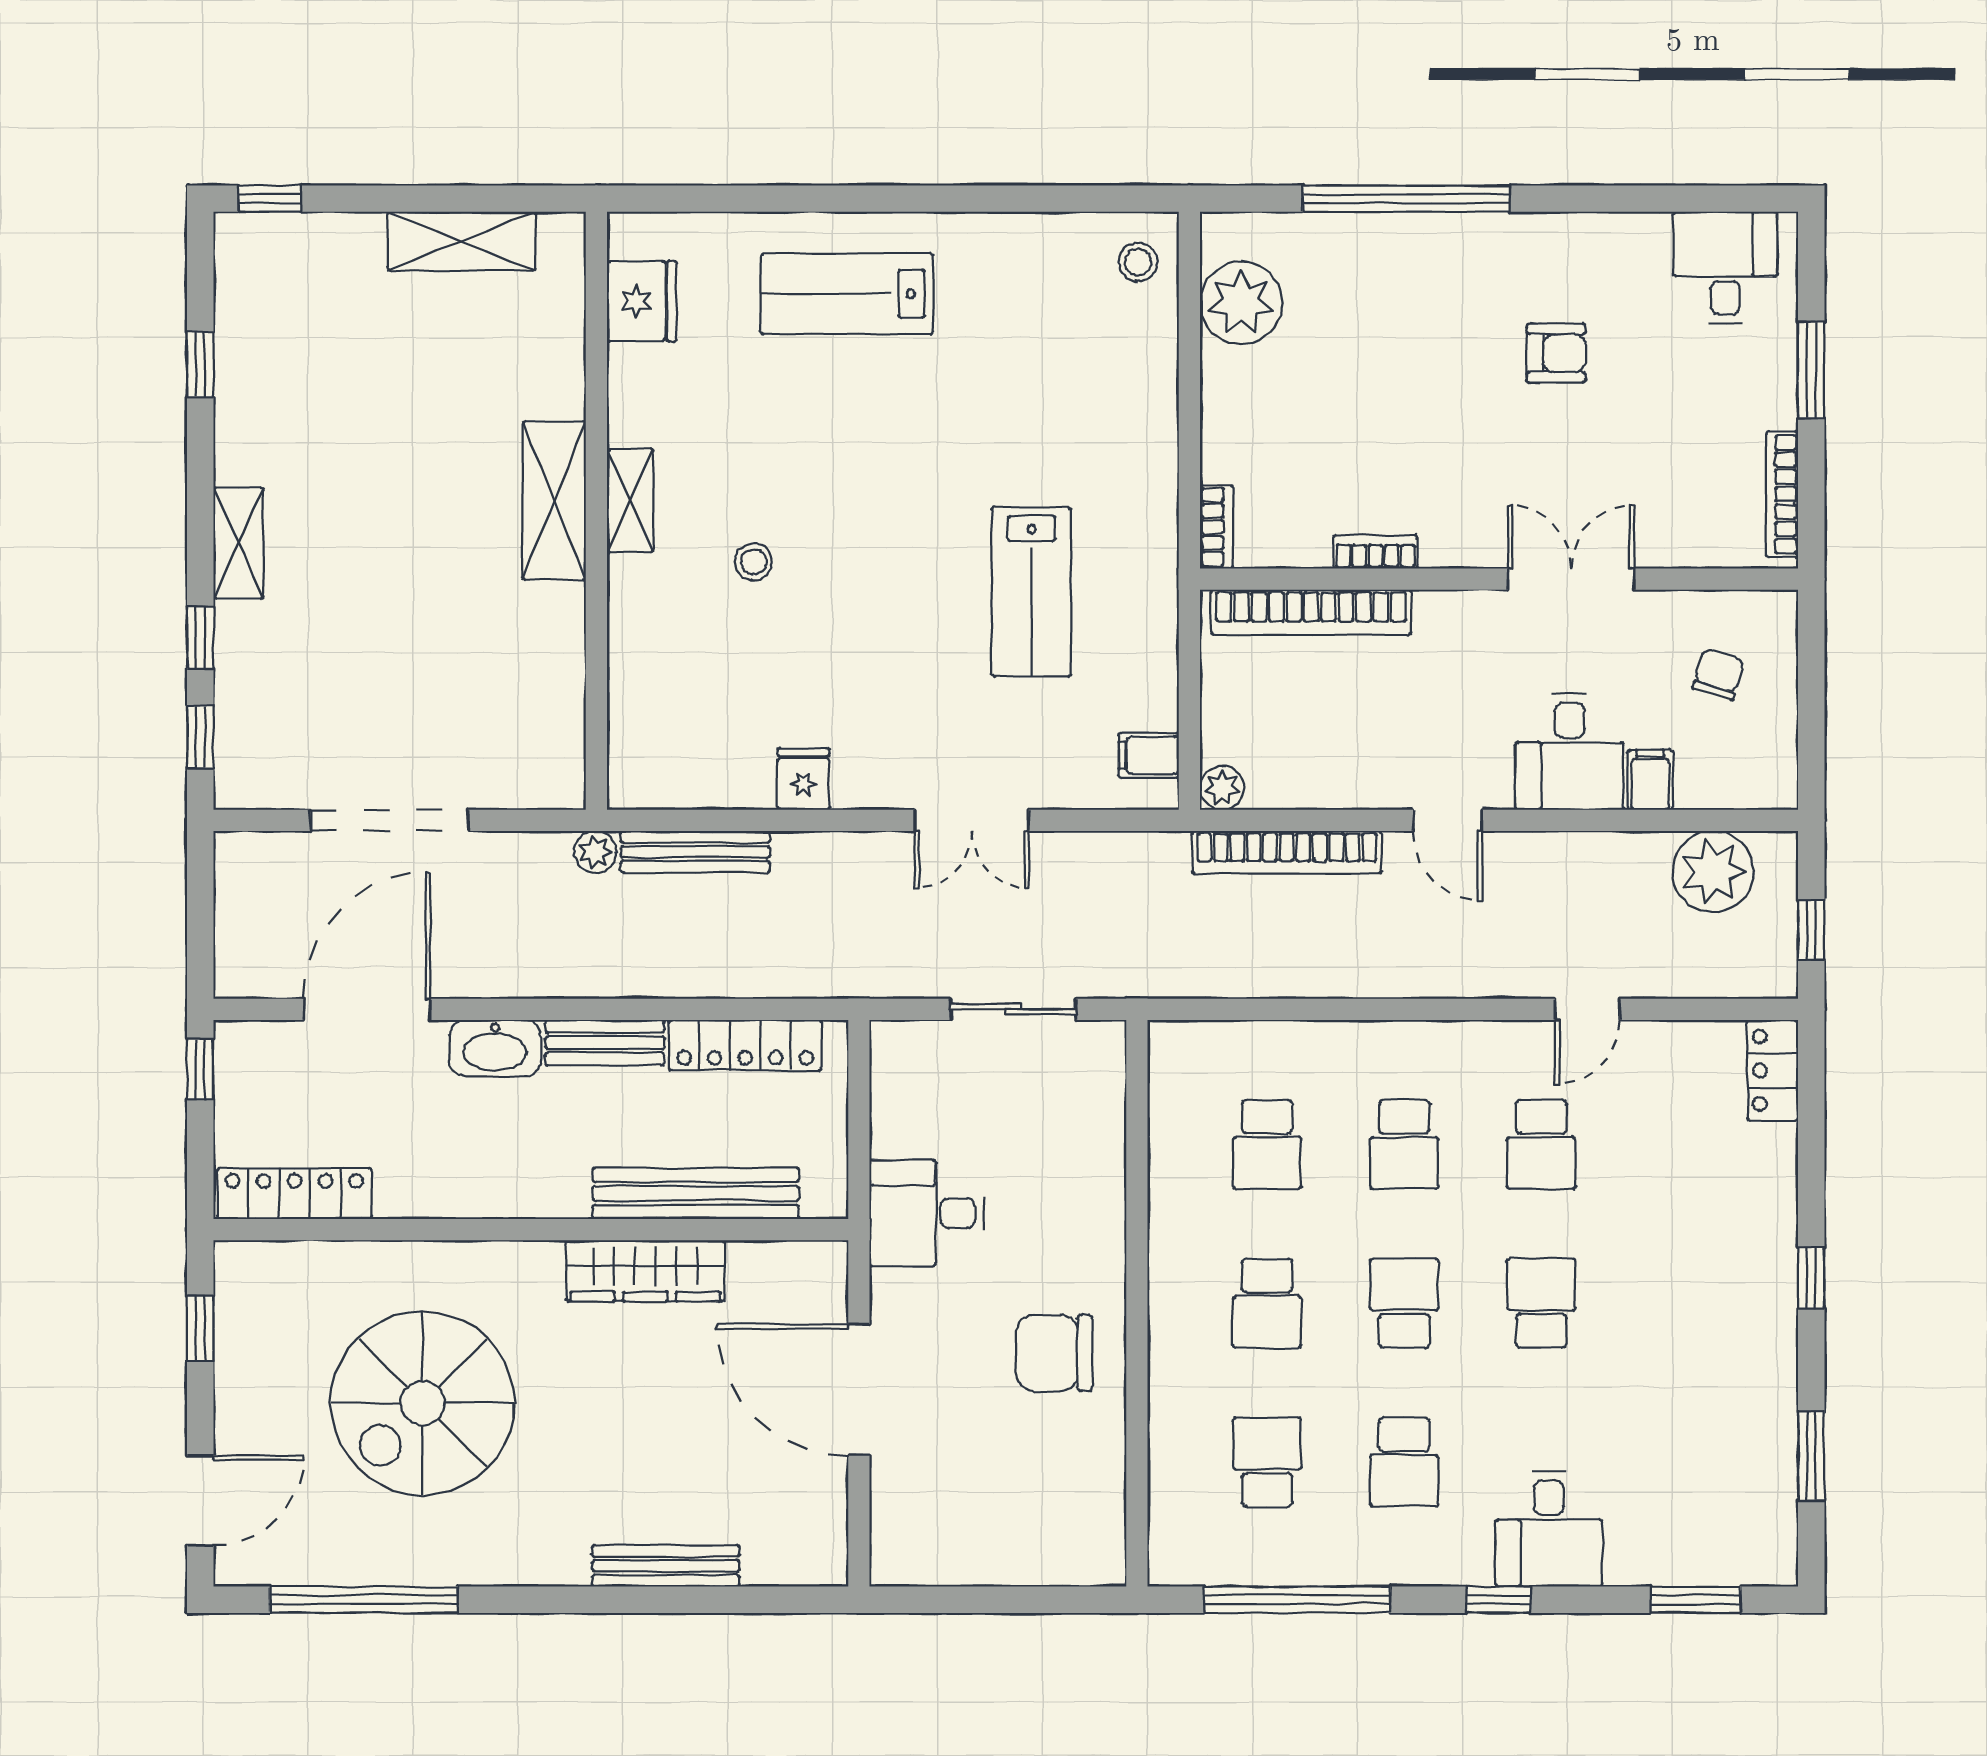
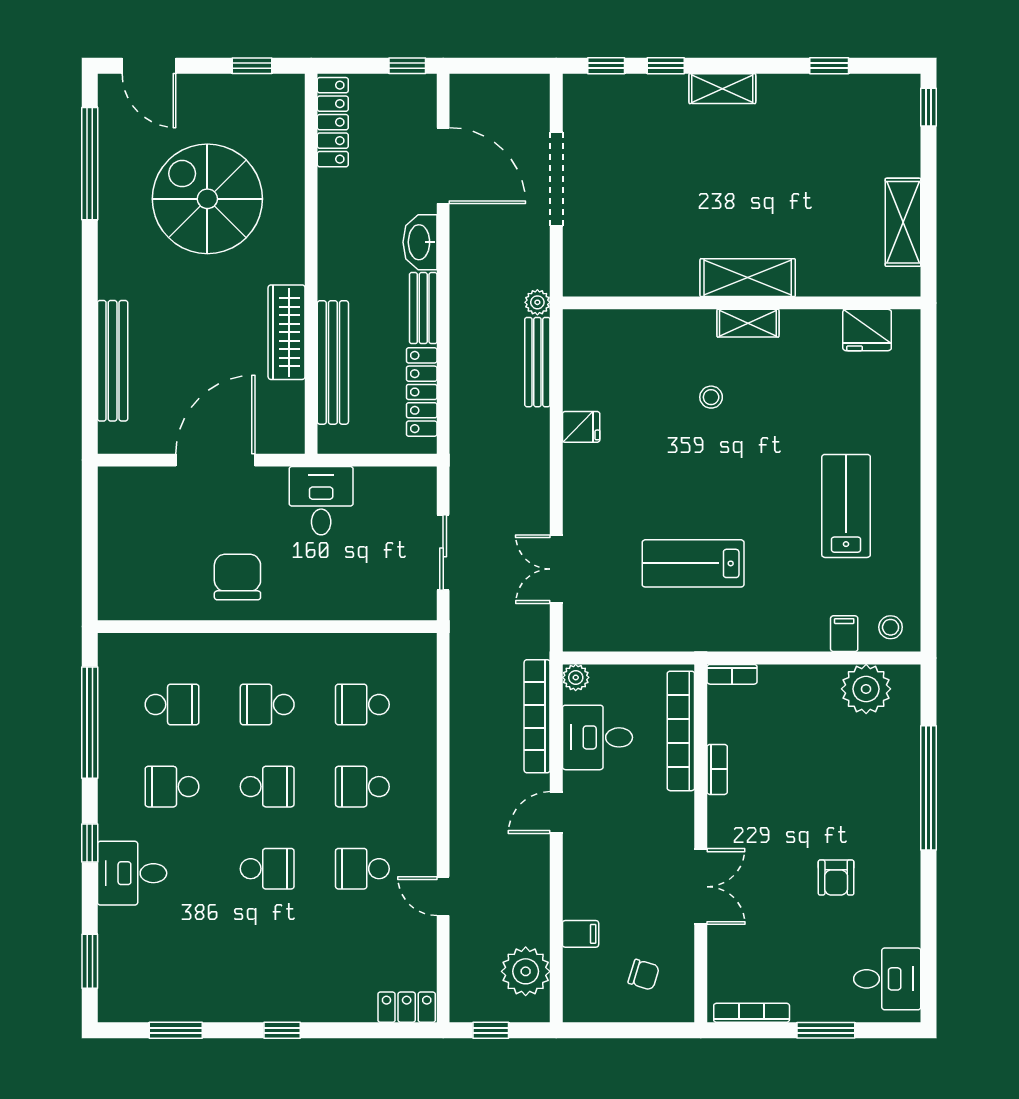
lab bench: (847, 294) -> (846, 506), moved
desk: (1569, 752) -> (597, 737), moved
filing cabinet: (1149, 755) -> (844, 634), moved
double door: (972, 820) -> (556, 569), moved
bench: (666, 1566) -> (113, 361), width x1.37, depth x1.21

